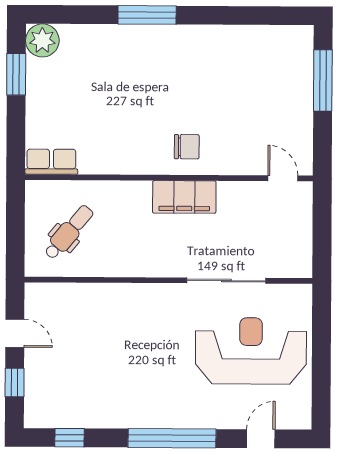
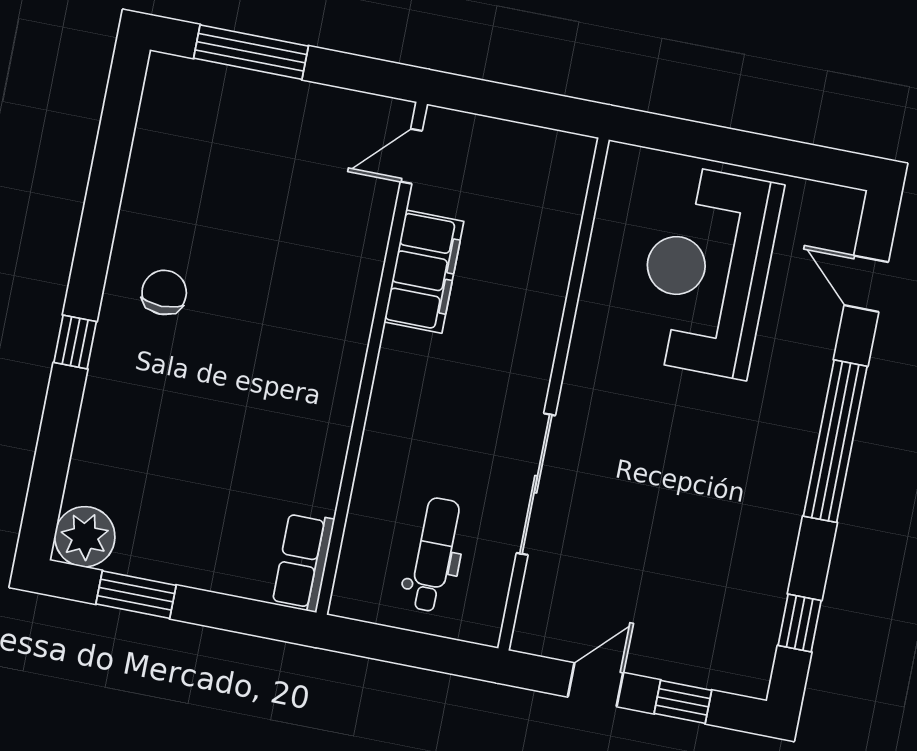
window: (147, 15) -> (75, 342), width x0.46
chair: (187, 147) -> (164, 292), moved
filing cabinet: (184, 197) -> (424, 272), moved
dental chair: (69, 232) -> (434, 555), turned 50
sliding door: (226, 281) -> (536, 484), moved

